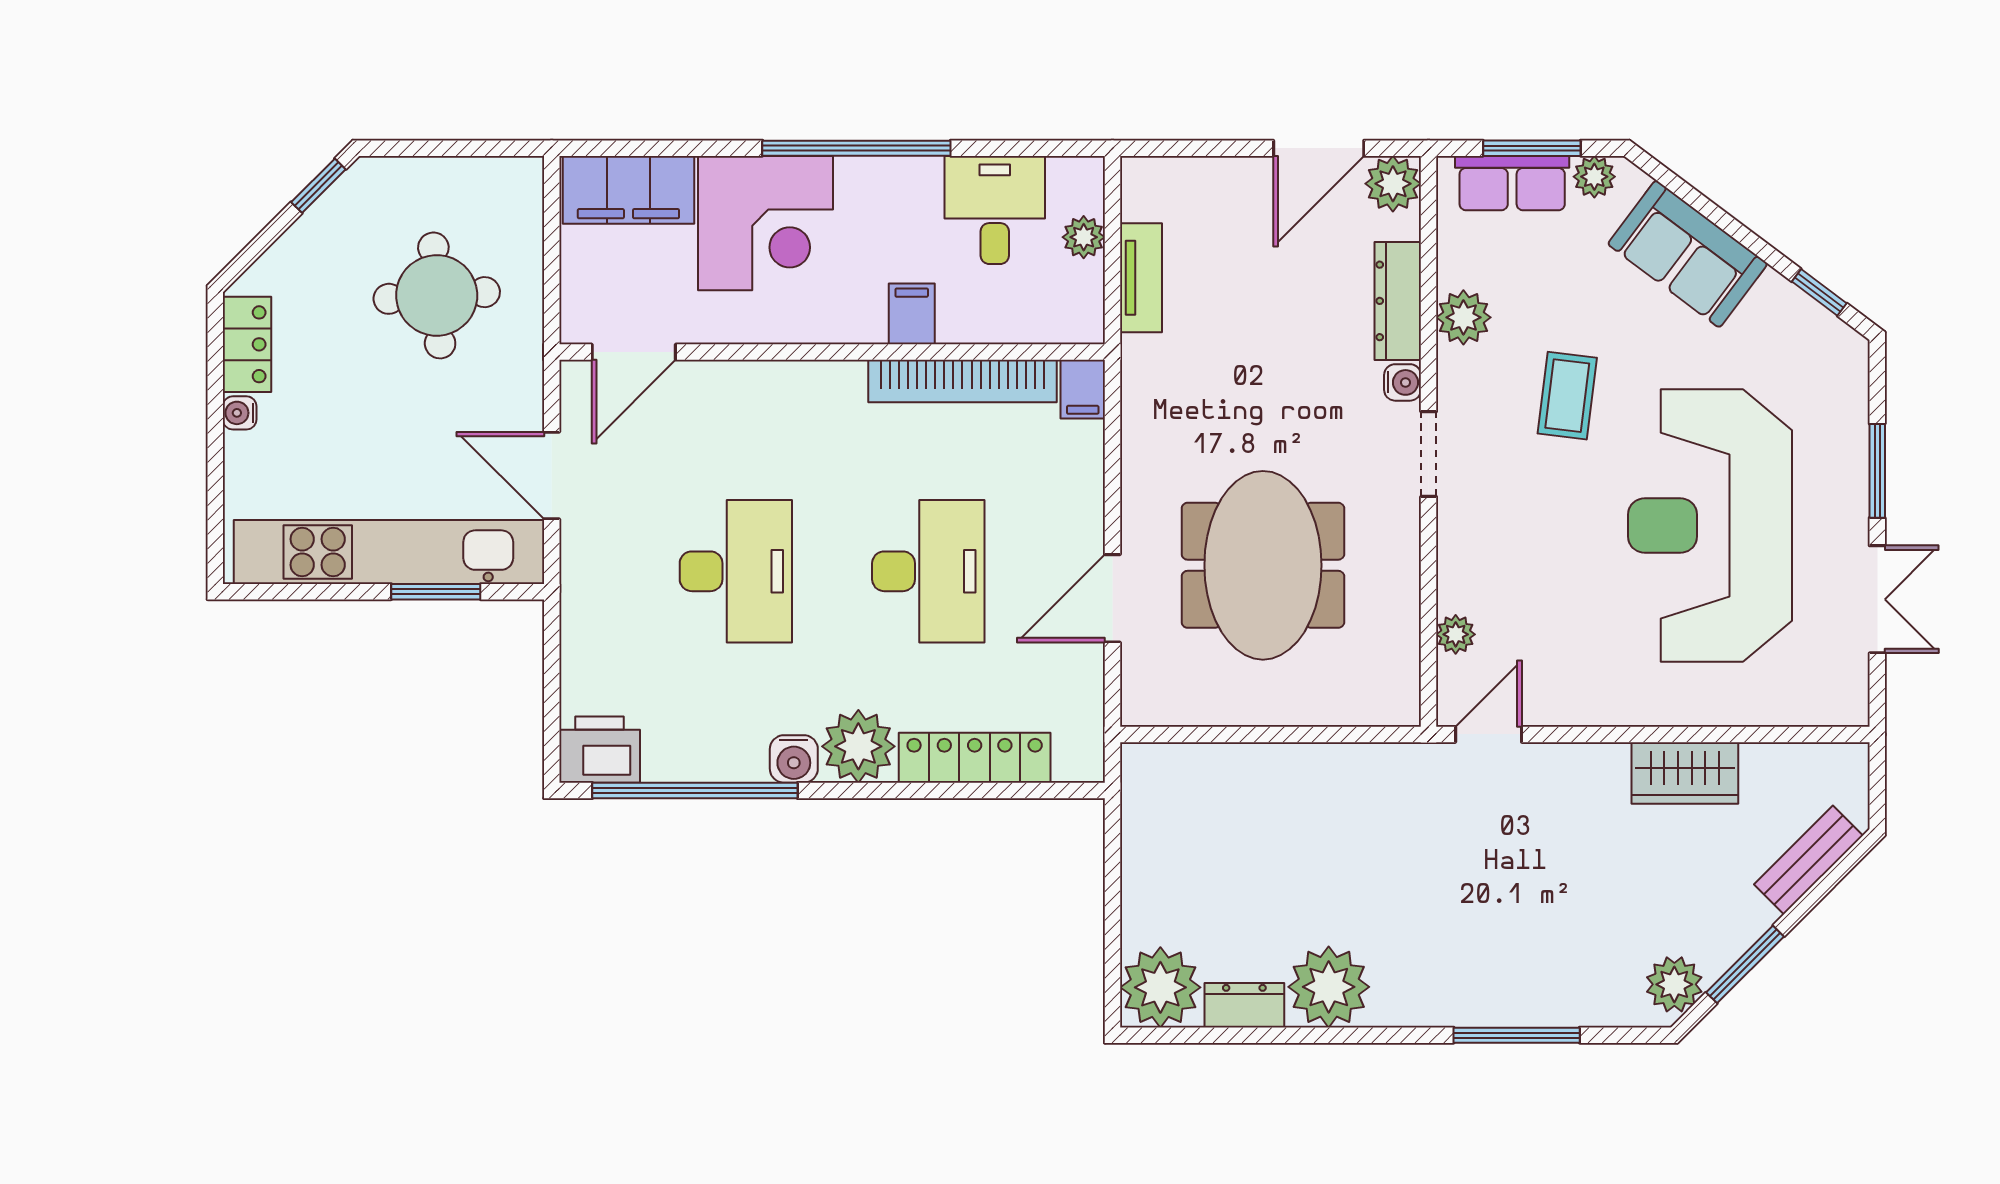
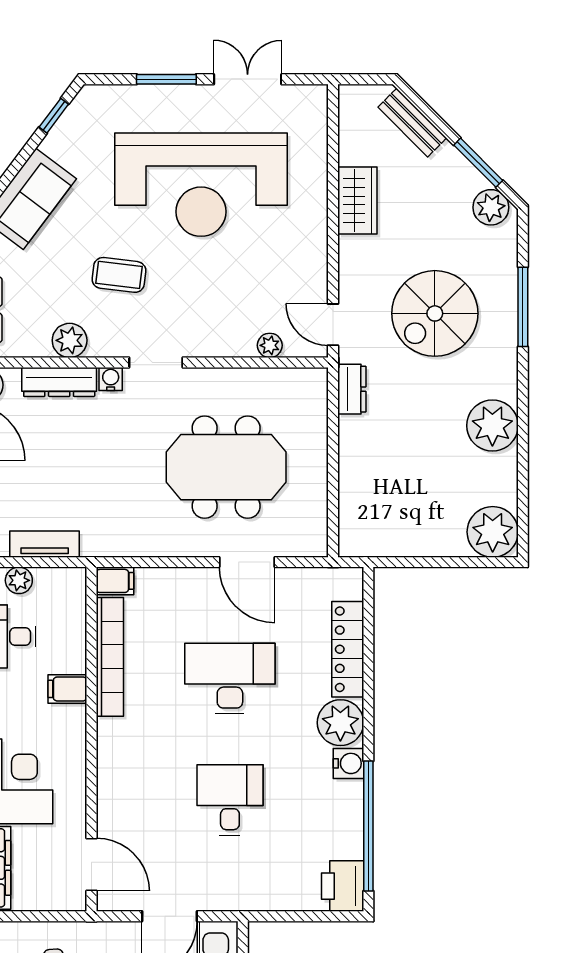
desk: (736, 571) -> (230, 800), width x0.73
spiral stairs: (1506, 896) -> (435, 313), added
dresser: (1244, 1005) -> (352, 389), moved, turned 180

